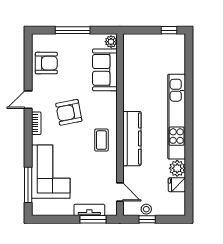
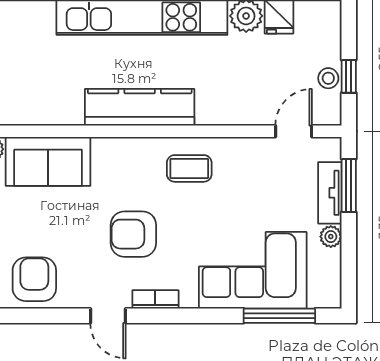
armchair: (69, 112) -> (133, 234), turned 101
kitchen counter: (132, 139) -> (140, 107), moved
plant: (68, 210) -> (331, 237), added

